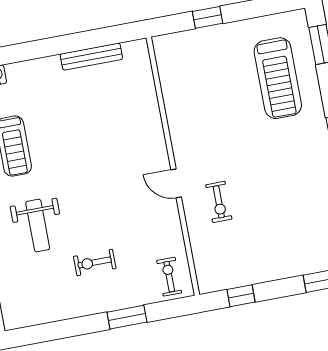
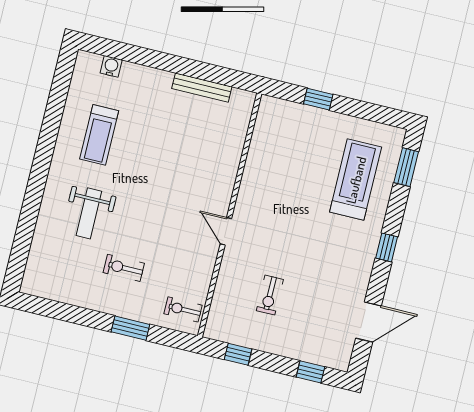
treadmill: (278, 78) -> (356, 180), turned 180
exercise bike: (219, 202) -> (270, 295), moved
exercise bike: (169, 277) -> (183, 309), turned -90

